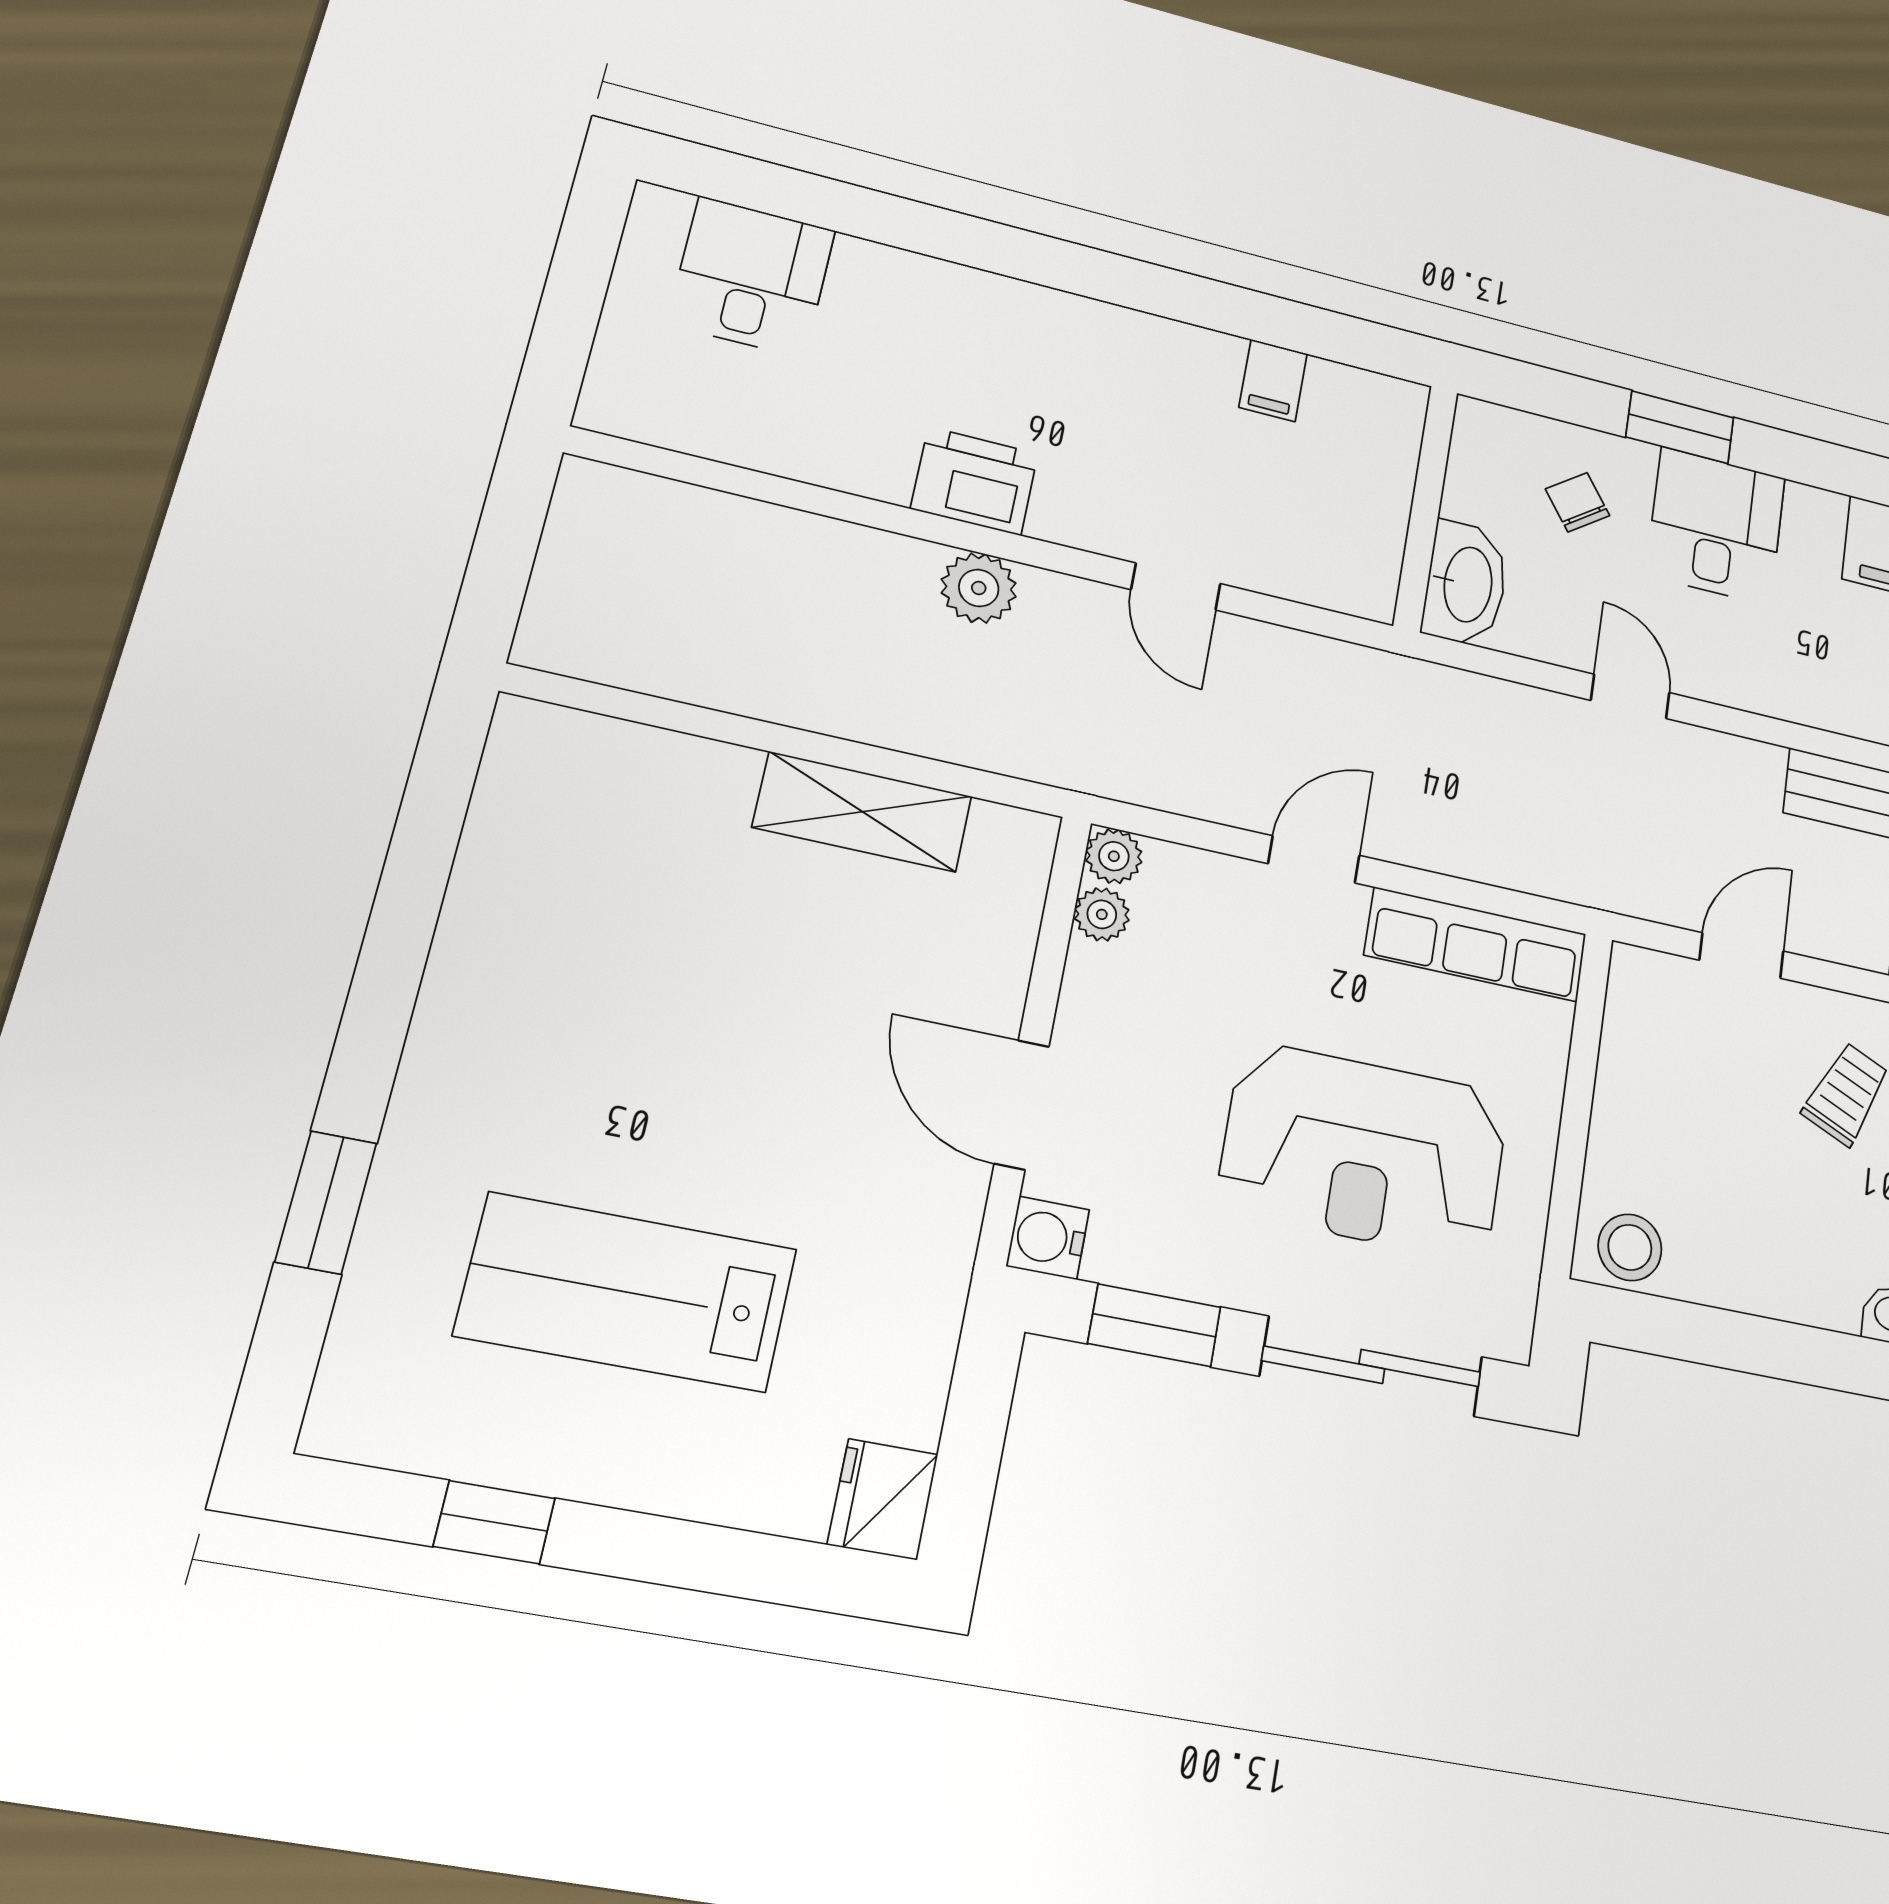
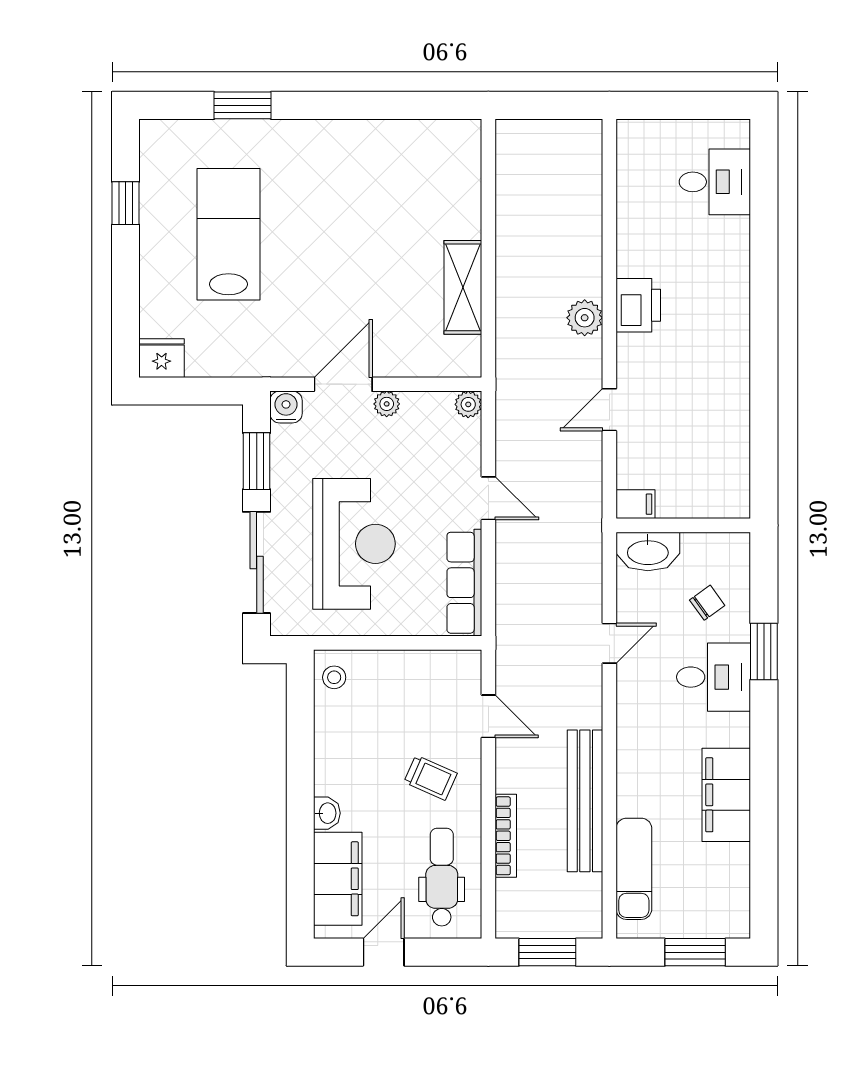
filing cabinet: (1273, 380) -> (635, 504), moved, turned 180
plant: (1102, 914) -> (387, 404), moved
reception desk: (1364, 1151) -> (354, 544), turned 180
stool: (1630, 1247) -> (334, 677), width x0.73, depth x0.73

